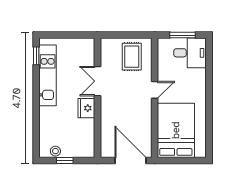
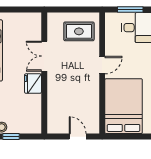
rug: (132, 57) -> (79, 31), turned 90
door: (130, 160) -> (78, 137), width x0.53

